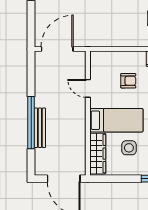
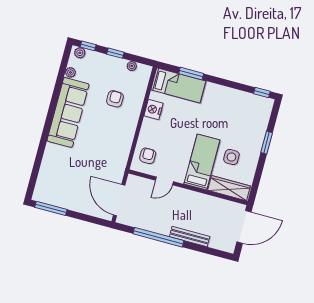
armchair: (128, 81) -> (148, 156), moved
window: (31, 123) -> (158, 237), moved

